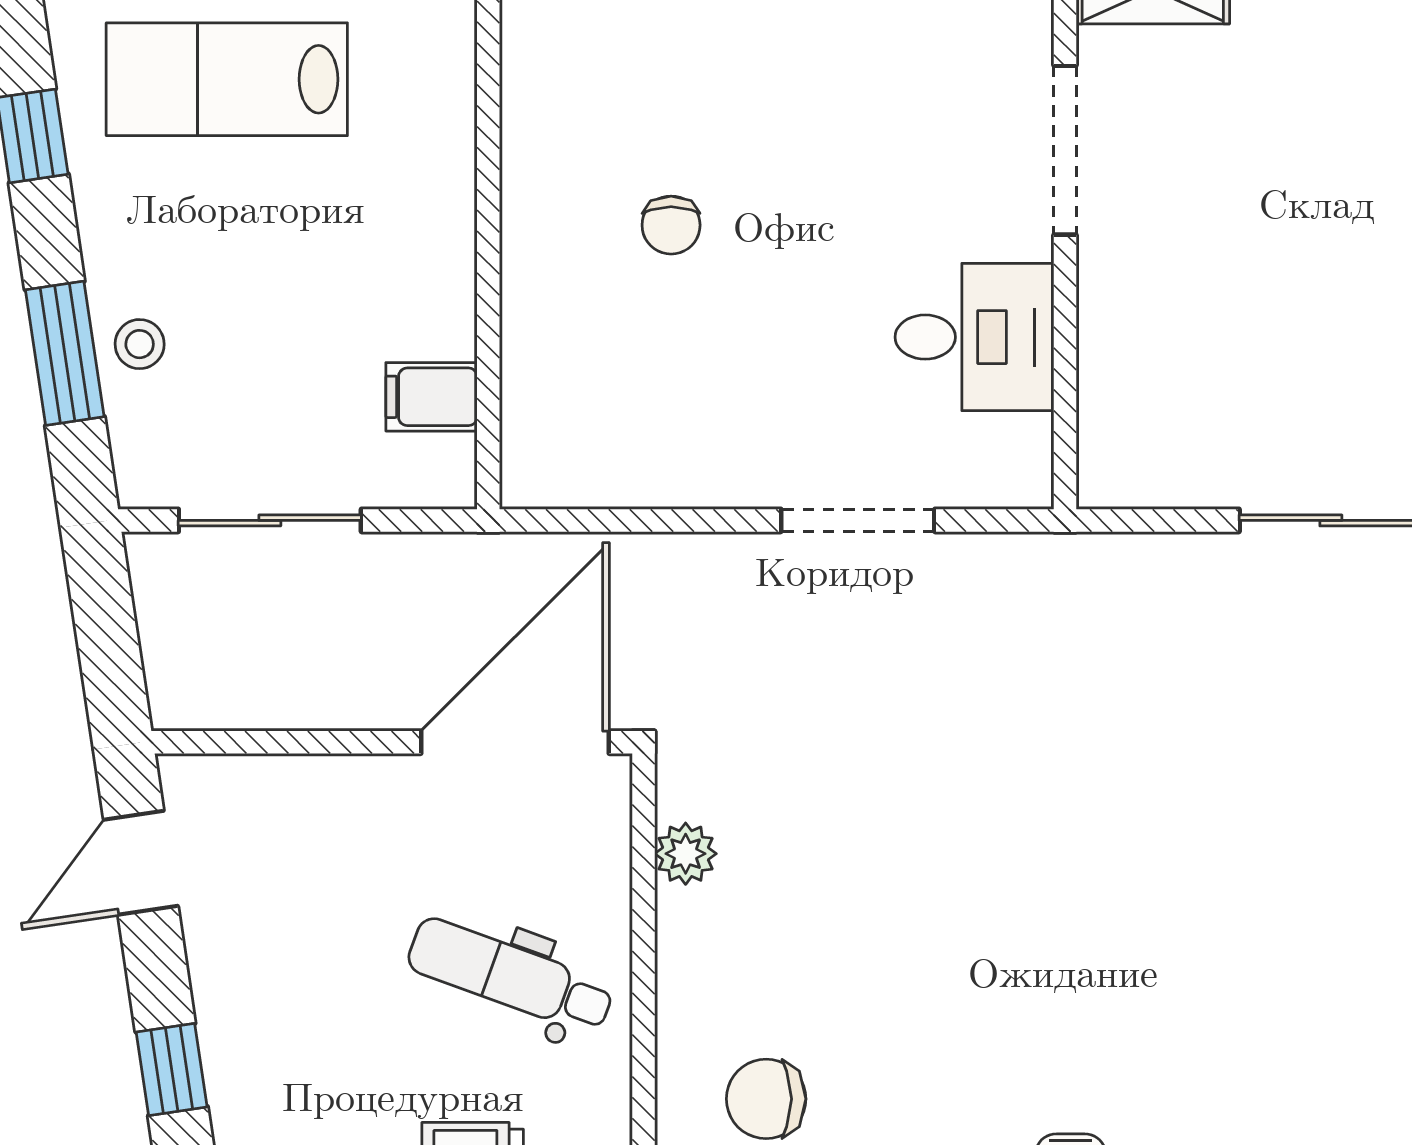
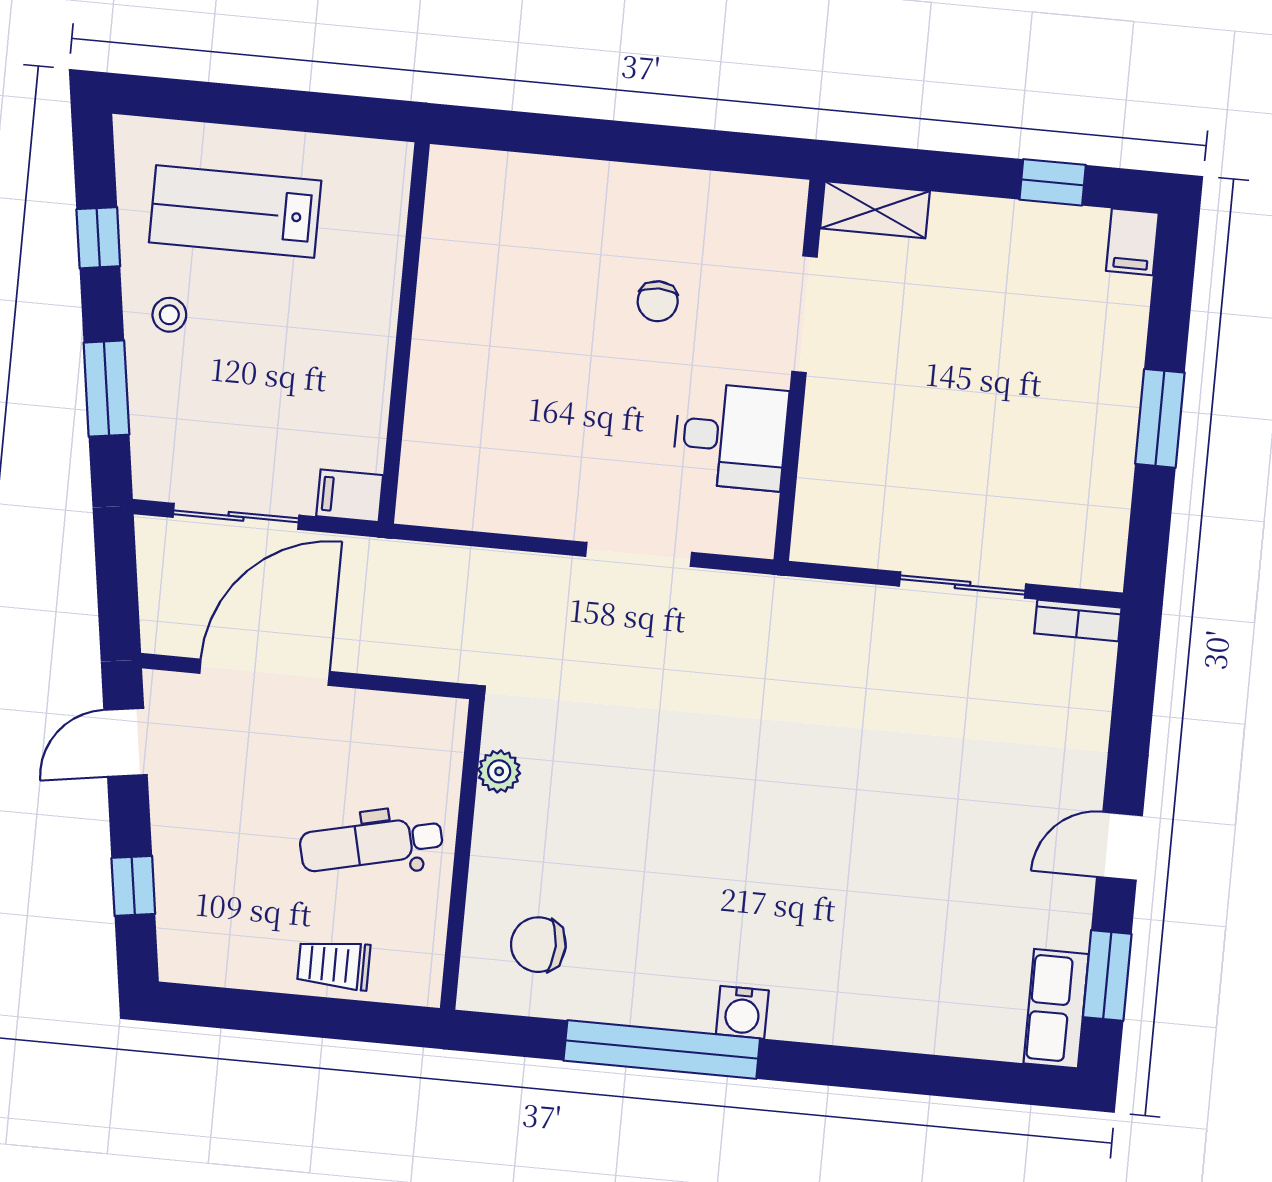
chair: (671, 225) -> (658, 301), moved
stool: (140, 344) -> (169, 315), moved
filing cabinet: (431, 397) -> (350, 496), moved
door: (515, 742) -> (265, 672), moved
dental chair: (510, 976) -> (371, 844), turned -33

